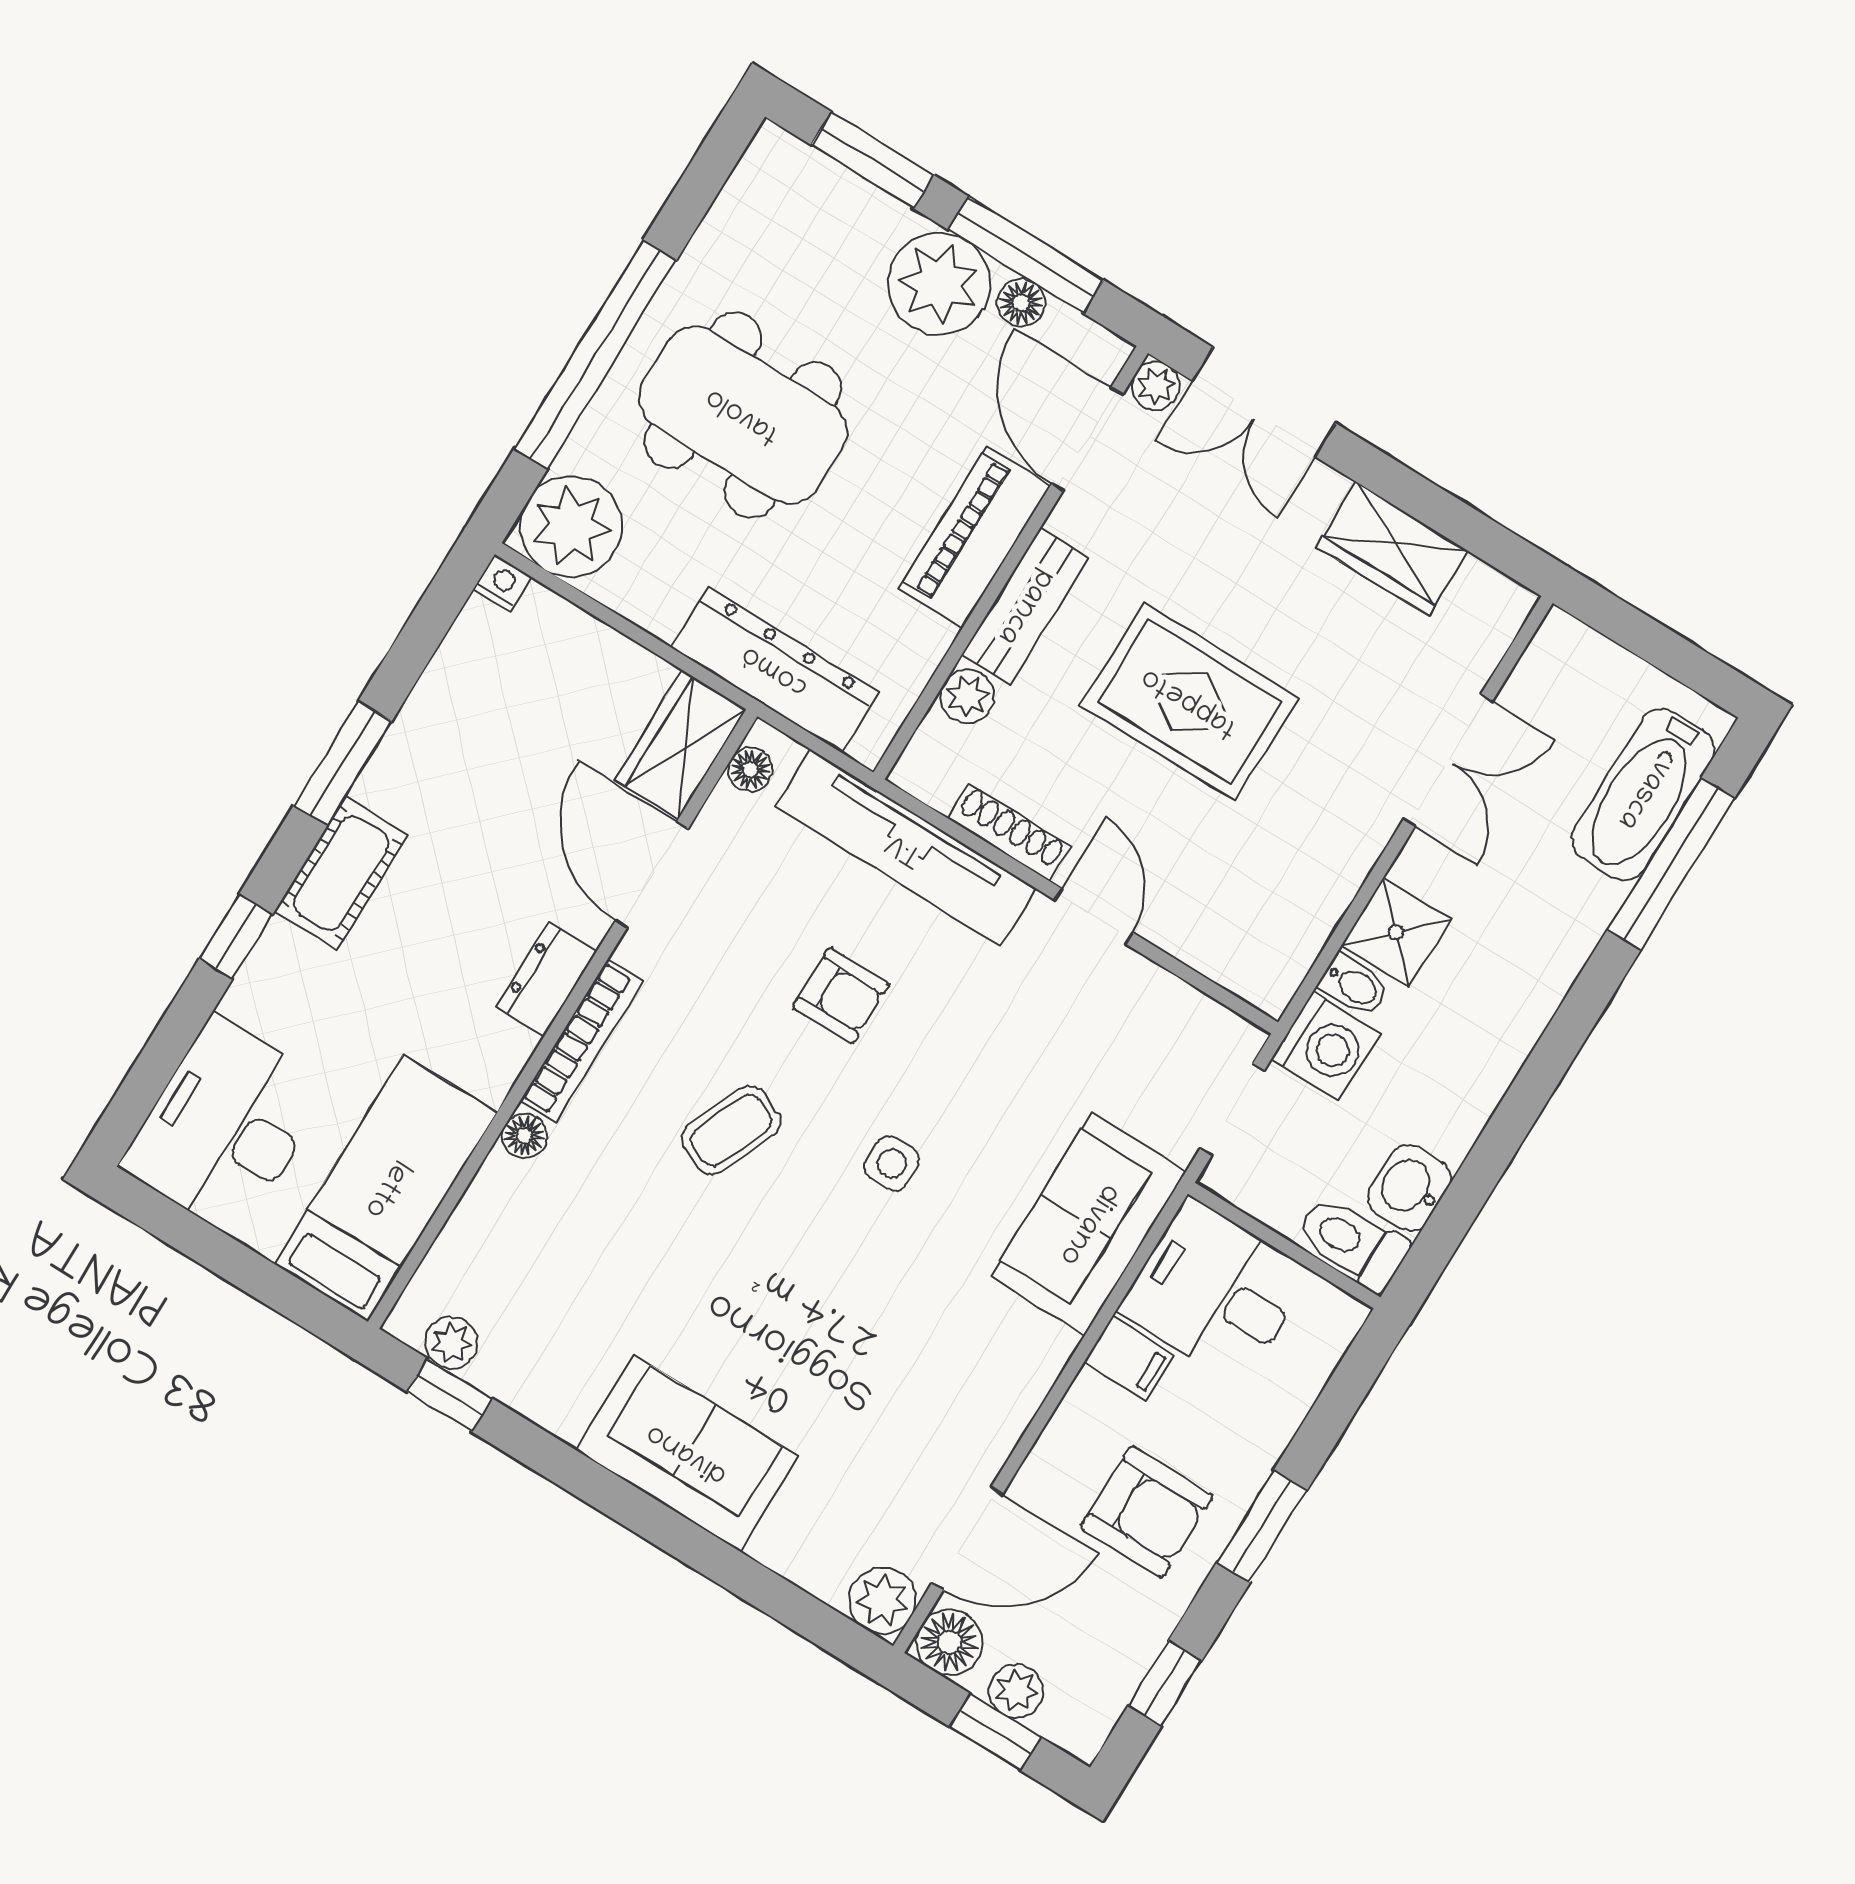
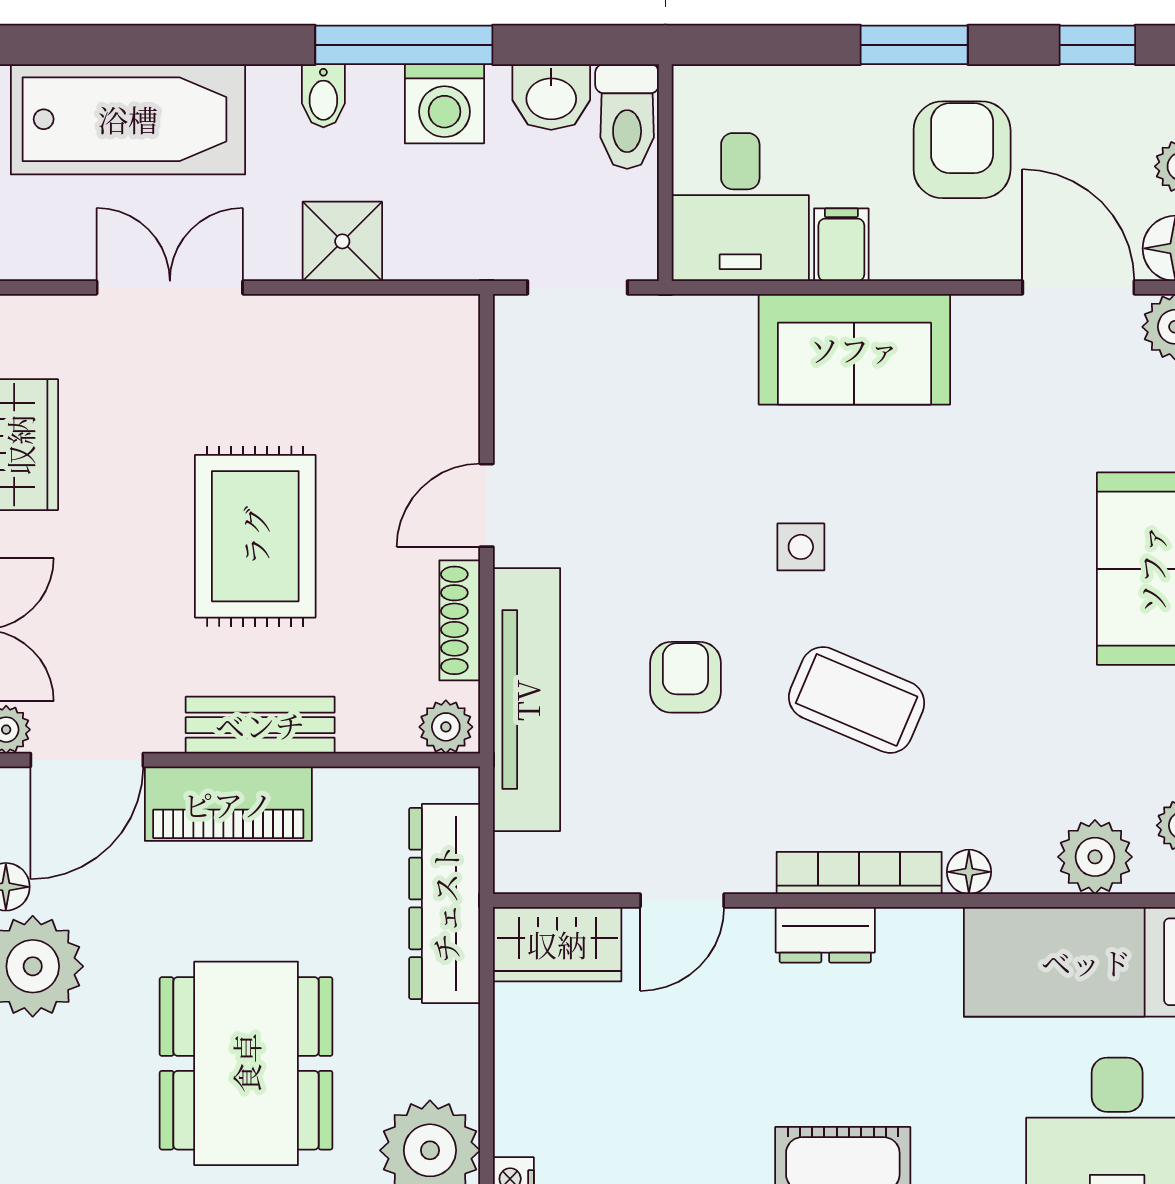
plant: (967, 696) -> (446, 727), moved
floor lamp: (750, 769) -> (542, 872), removed
bathtub: (1643, 794) -> (128, 119), width x1.36, depth x1.36
window: (1671, 864) -> (404, 45), moved
door: (652, 875) -> (682, 900), width x0.73
bidet: (1354, 985) -> (323, 96), moved, turned 180
washing machine: (1326, 1046) -> (444, 104), moved, turned 180
coffee table: (731, 1130) -> (857, 700), width x1.36, depth x1.30
sofa: (1088, 1224) -> (854, 349), moved
plant: (471, 1252) -> (1095, 857), added

